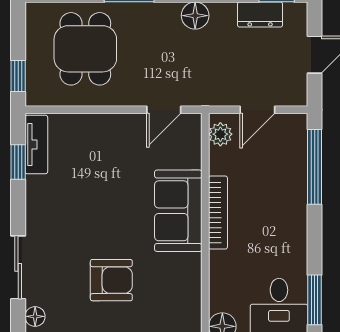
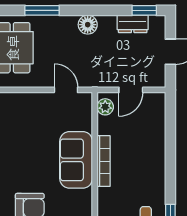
door: (164, 110) -> (66, 90), swing flipped
window: (315, 167) -> (170, 130), removed

